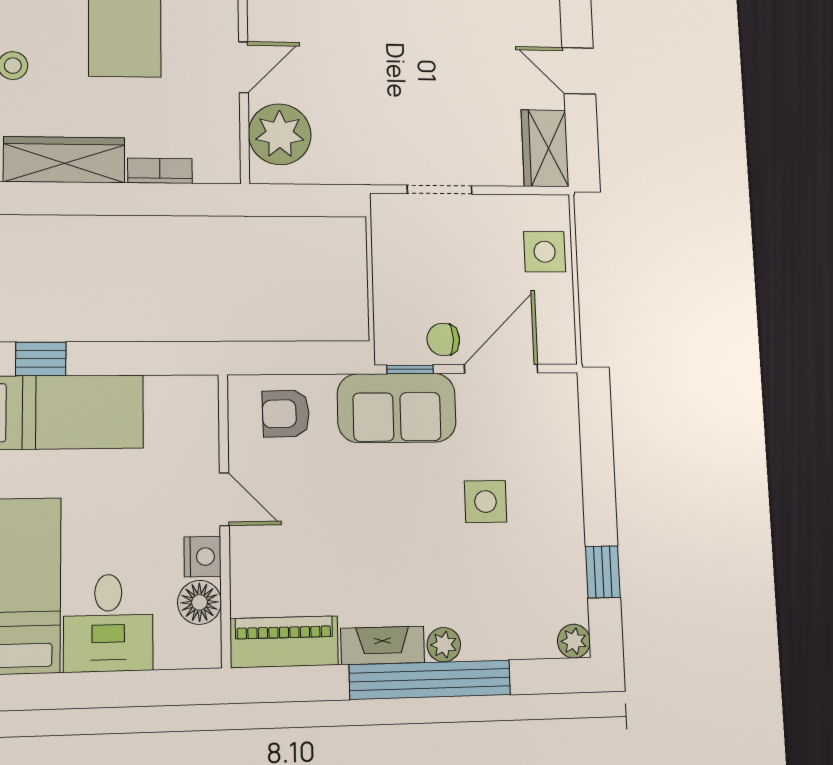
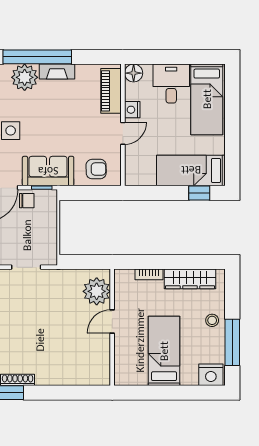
door: (224, 499) -> (123, 133), swing flipped
floor lamp: (200, 602) -> (134, 73), moved
piano: (284, 642) -> (111, 91), moved, turned 90
plant: (444, 645) -> (25, 77), width x1.87, depth x1.87

